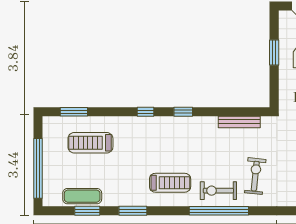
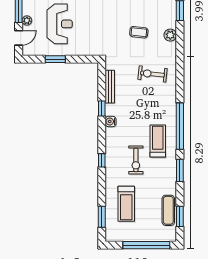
window: (183, 112) -> (102, 109), moved
water cooler: (195, 123) -> (111, 121), added
exercise bike: (218, 191) -> (136, 160), moved
window: (87, 211) -> (180, 216), moved
window: (219, 211) -> (180, 126), moved

